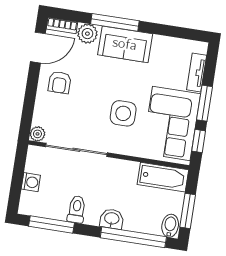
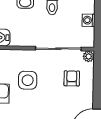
armchair: (60, 82) -> (72, 78), moved

